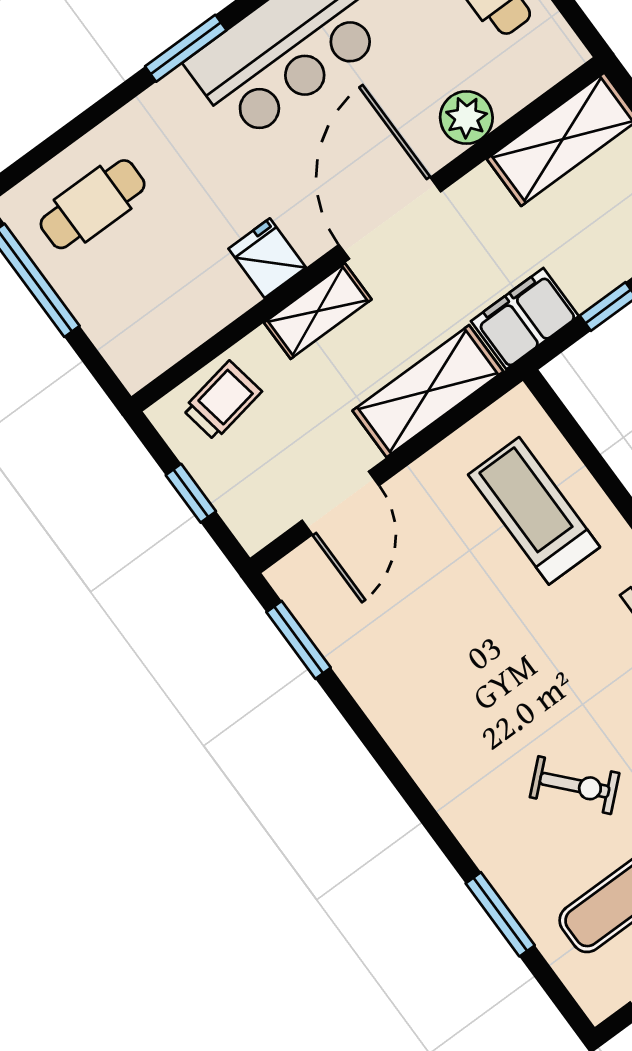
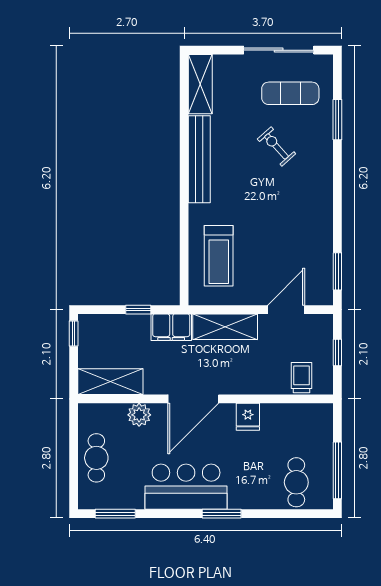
cafe table: (93, 204) -> (296, 482), turned 90
shelving: (318, 311) -> (244, 385), removed
trolley: (222, 401) -> (302, 378), turned 100

